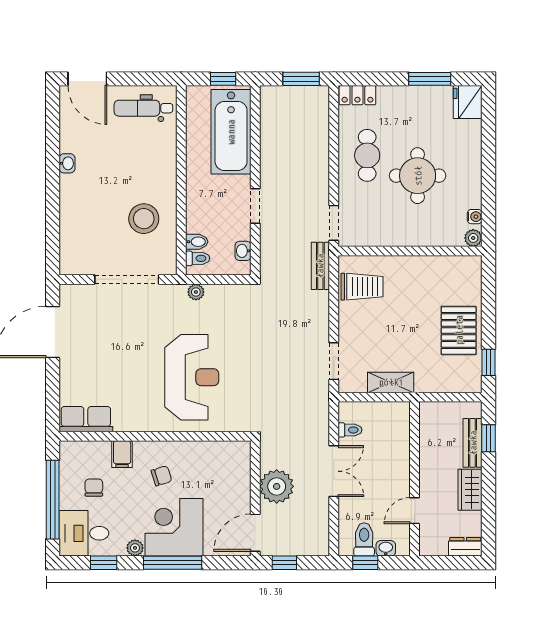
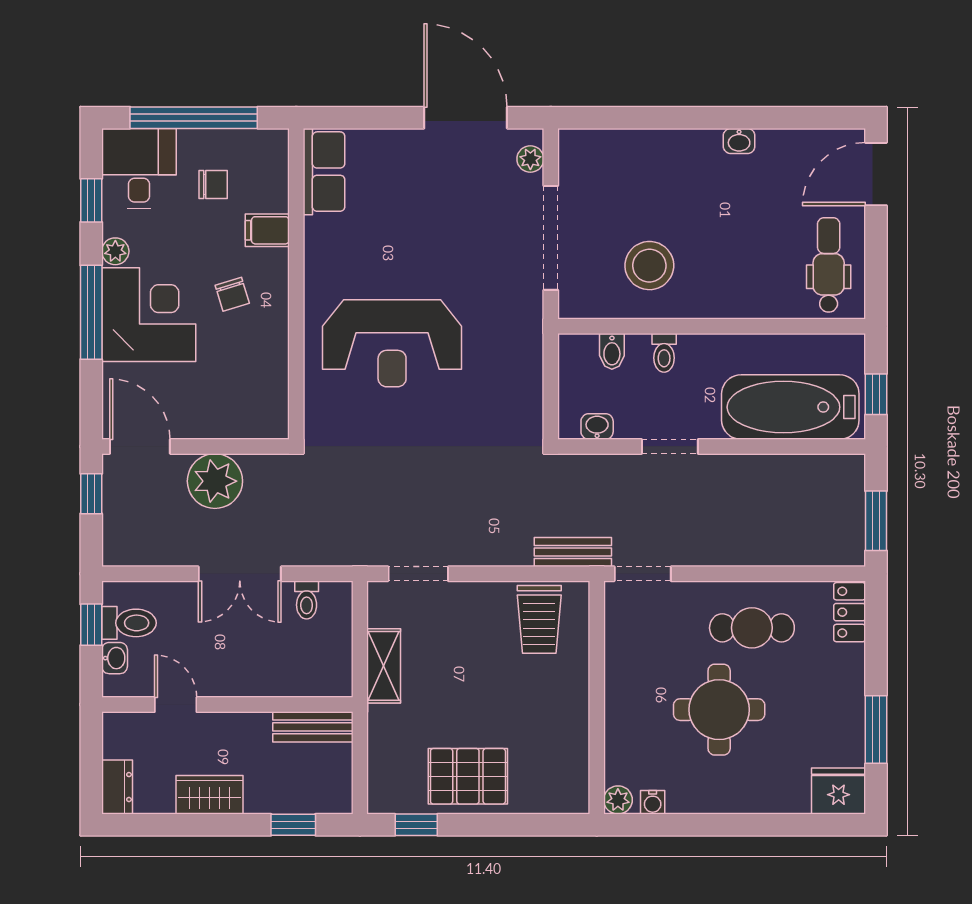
toilet: (198, 258) -> (664, 353), moved
plant: (196, 292) -> (530, 159), moved
bench: (473, 443) -> (313, 727), moved

